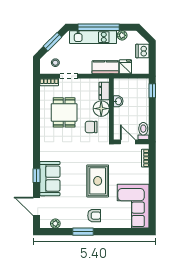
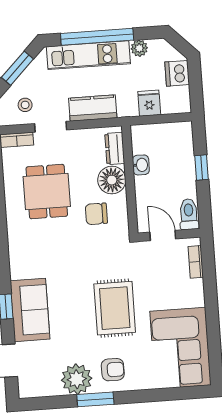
kitchen counter: (105, 67) -> (93, 108), moved
window: (152, 91) -> (201, 168), moved
plant: (55, 224) -> (77, 379), moved, width x1.87, depth x1.87

